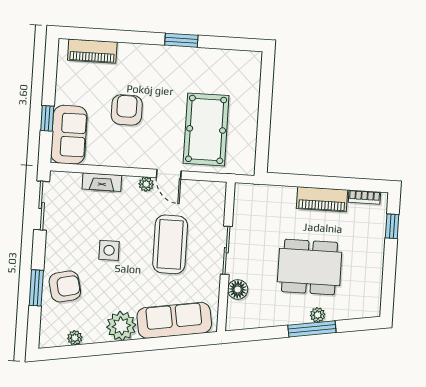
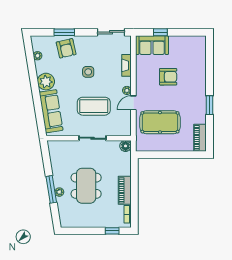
piano: (92, 51) -> (200, 138), moved
floor lamp: (238, 289) -> (126, 146), moved

